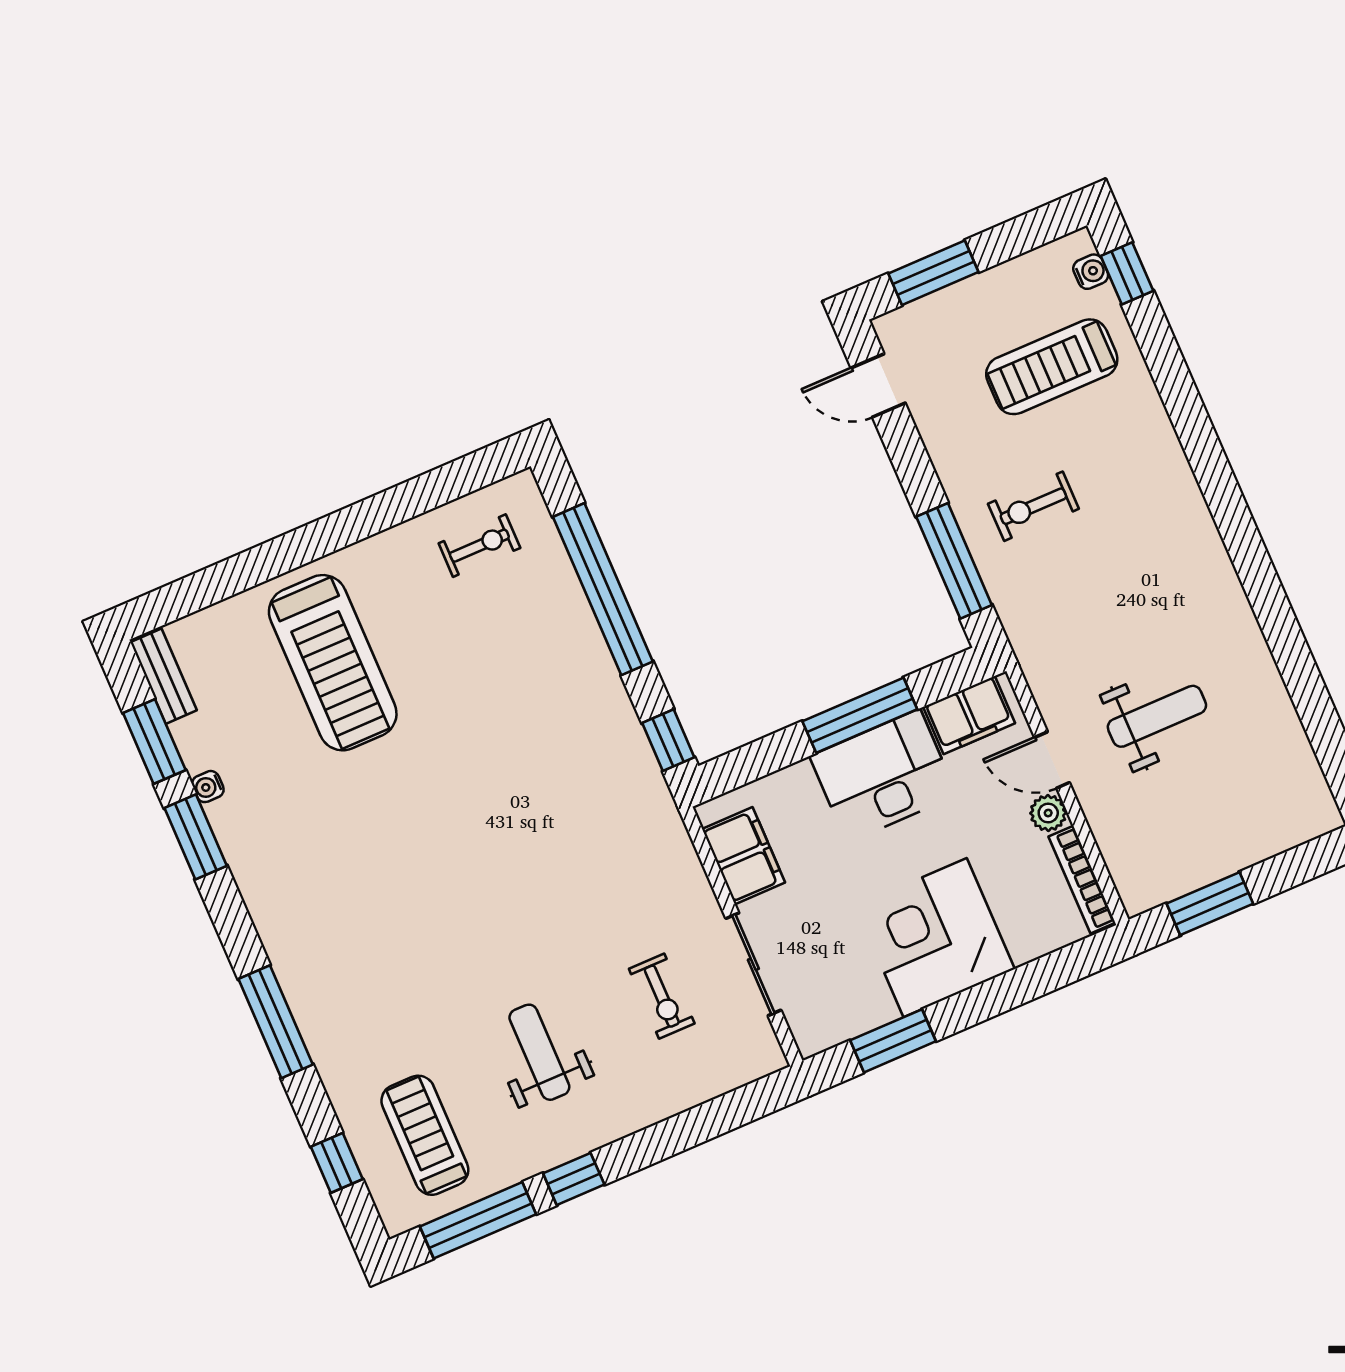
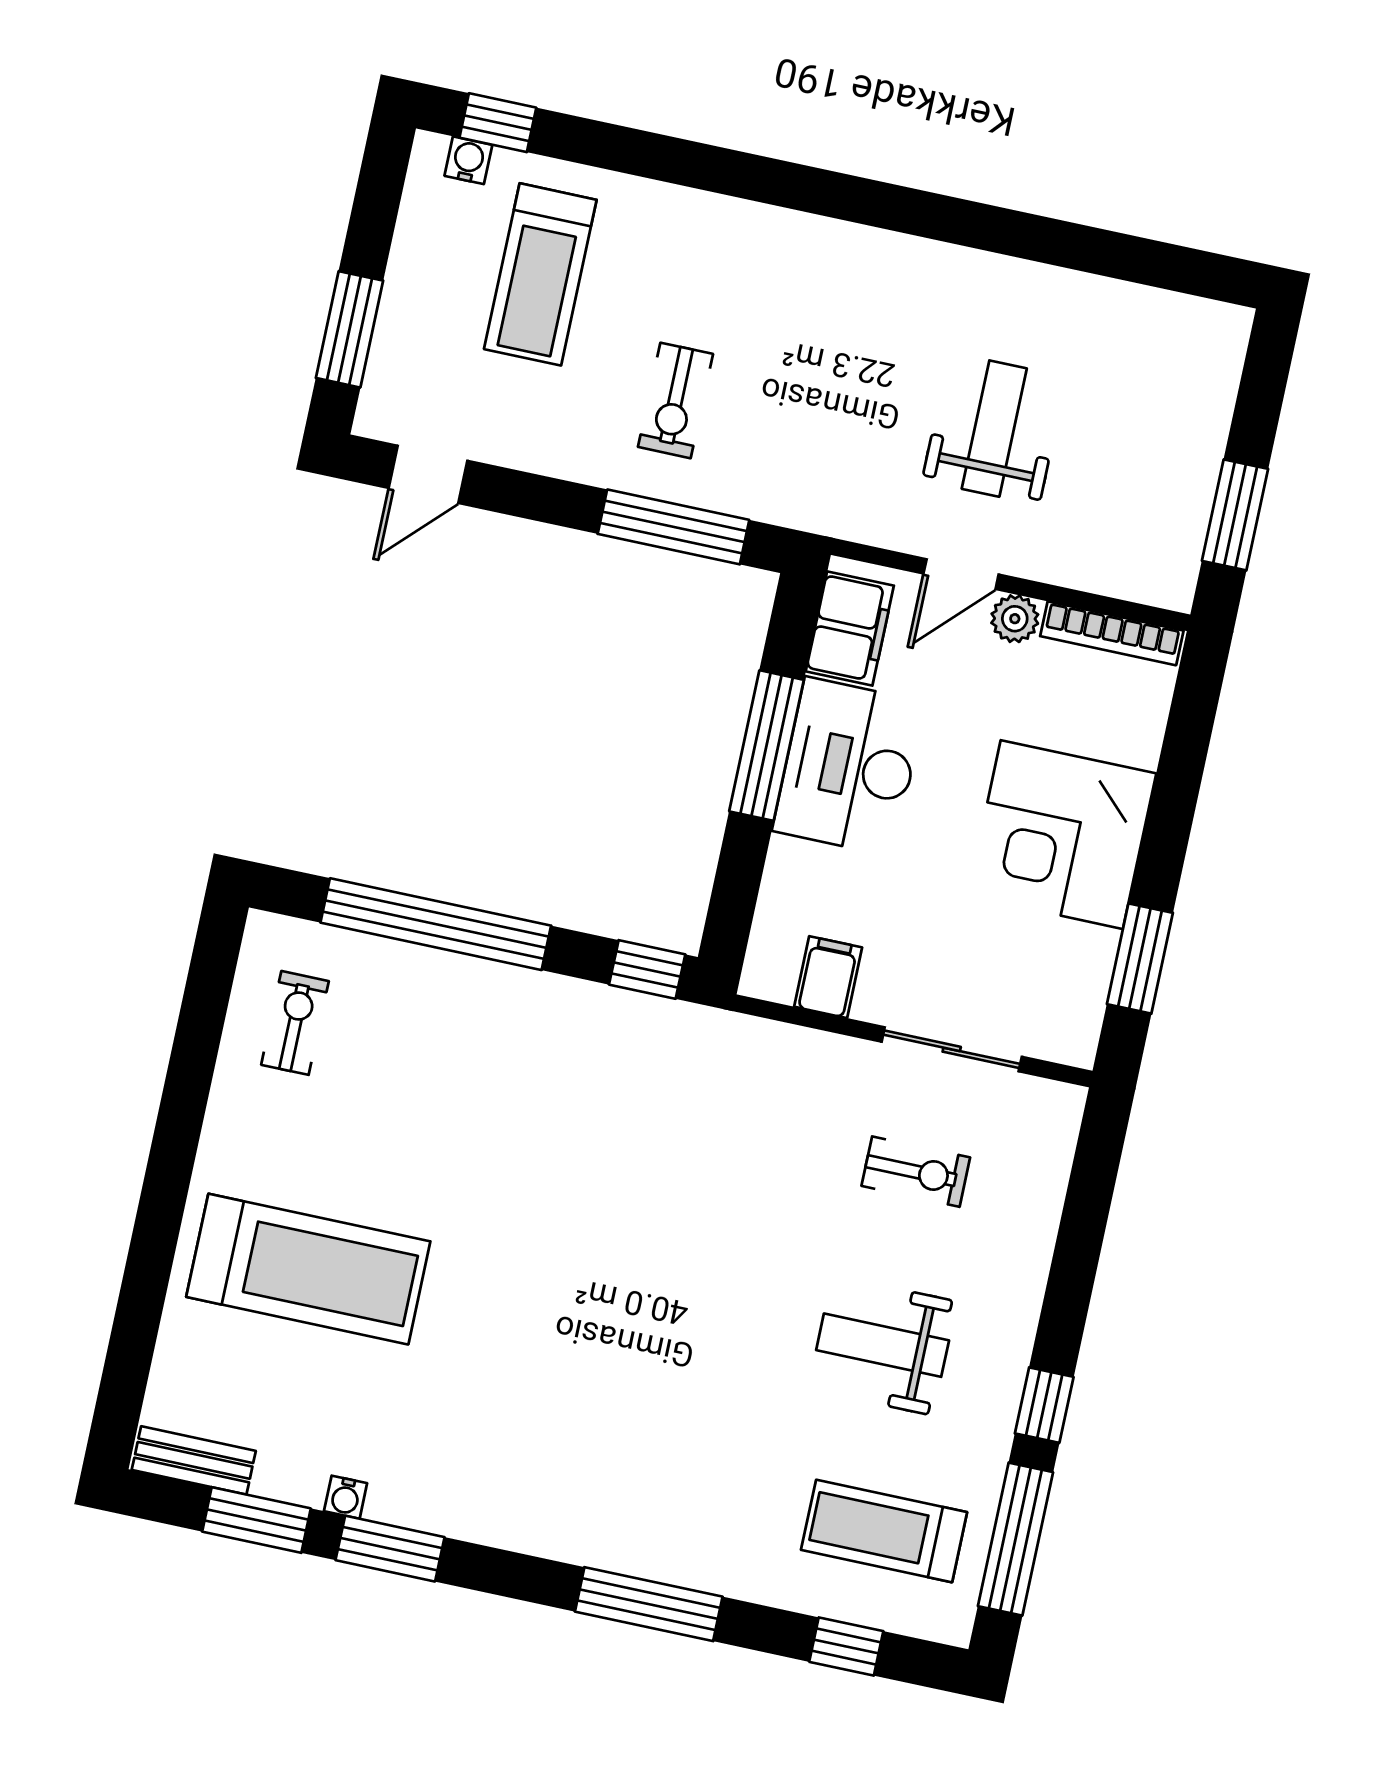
filing cabinet: (744, 856) -> (828, 977), width x0.50

